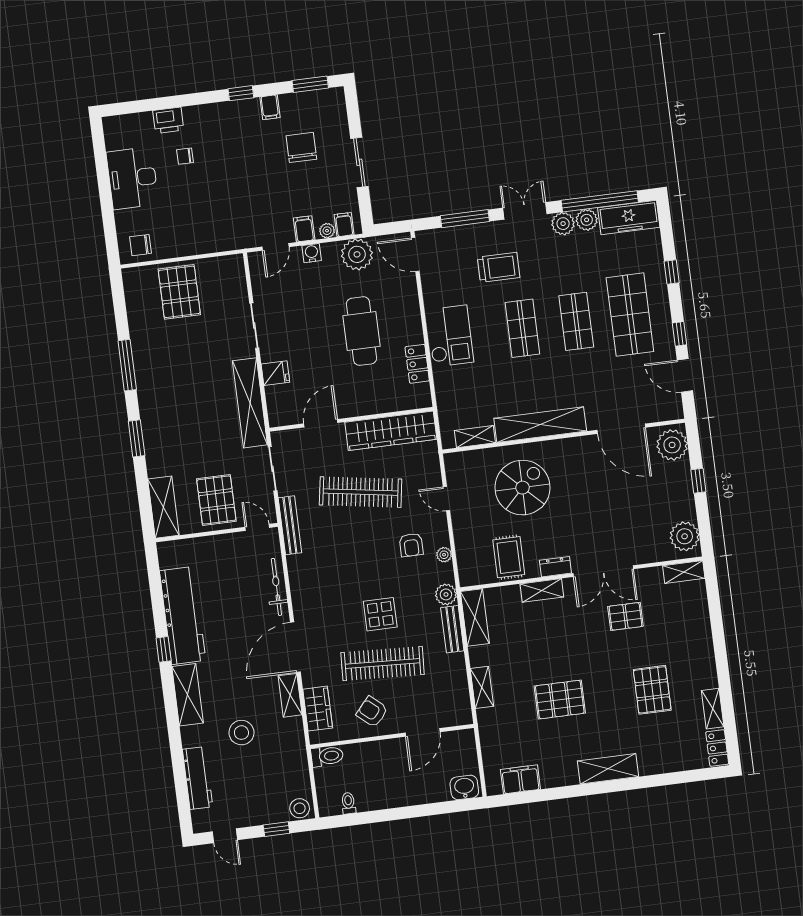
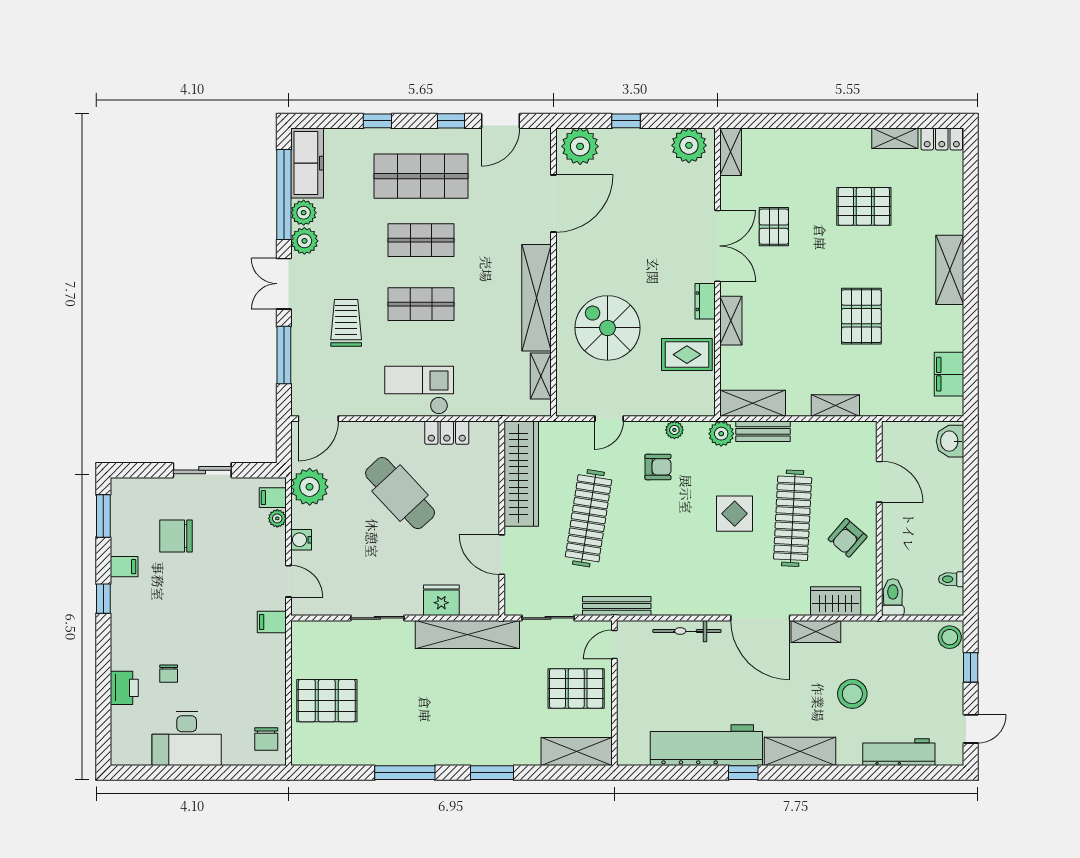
filing cabinet: (304, 229) -> (272, 622), moved
cafe table: (362, 331) -> (400, 493), turned 47
fridge: (275, 373) -> (441, 600), width x1.38

